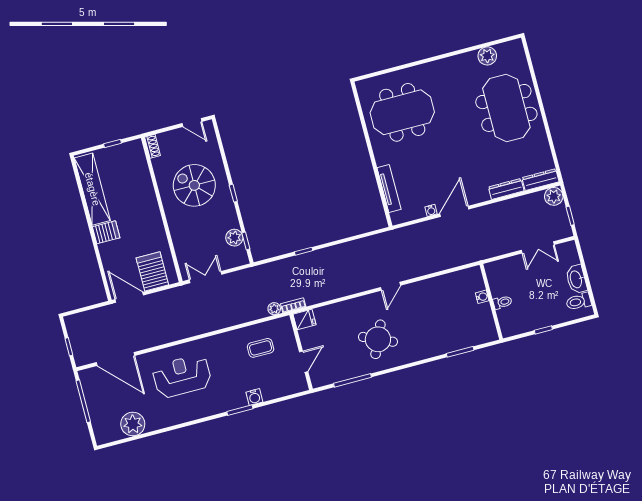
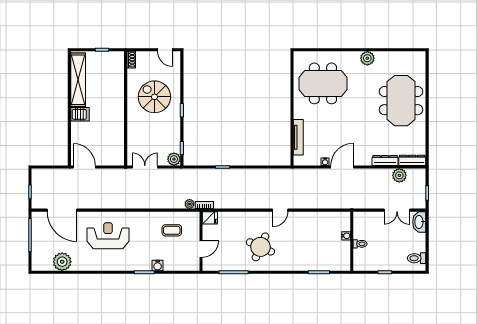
plant: (487, 56) -> (367, 58), moved
plant: (554, 196) -> (399, 175), moved
plant: (234, 238) -> (174, 159), moved
server rack: (152, 271) -> (107, 152), removed
washbasin: (576, 279) -> (419, 222), moved

